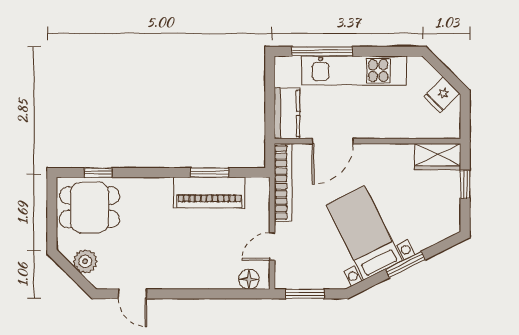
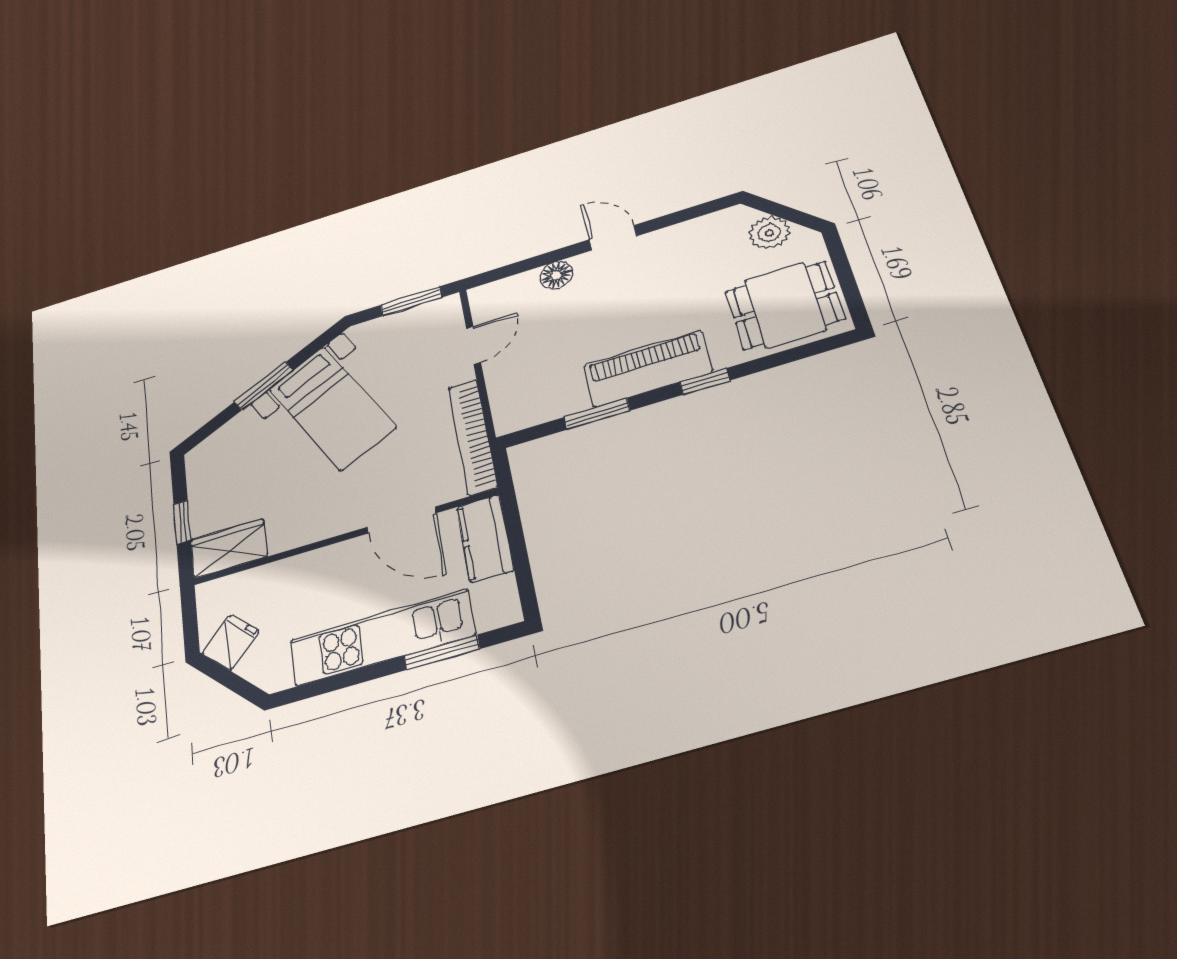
window: (322, 51) -> (442, 652), width x0.69
door: (333, 141) -> (402, 520), swing flipped
window: (98, 173) -> (705, 381), moved
piano: (209, 193) -> (648, 369), moved
floor lamp: (249, 279) -> (556, 275), moved
door: (133, 294) -> (613, 238), moved

